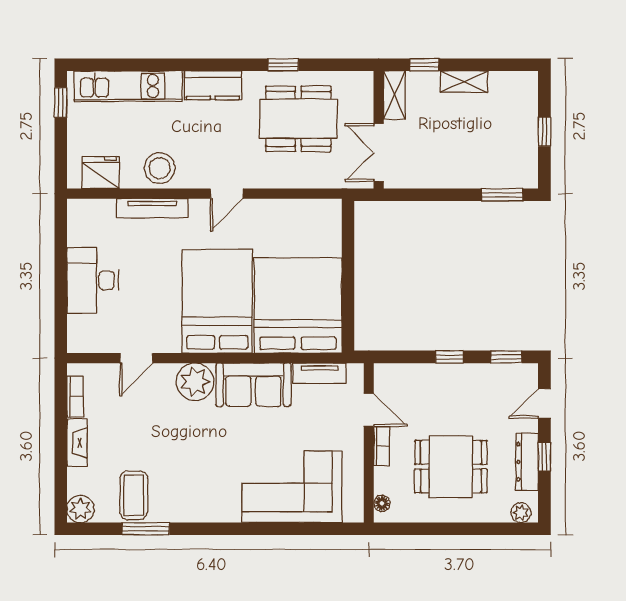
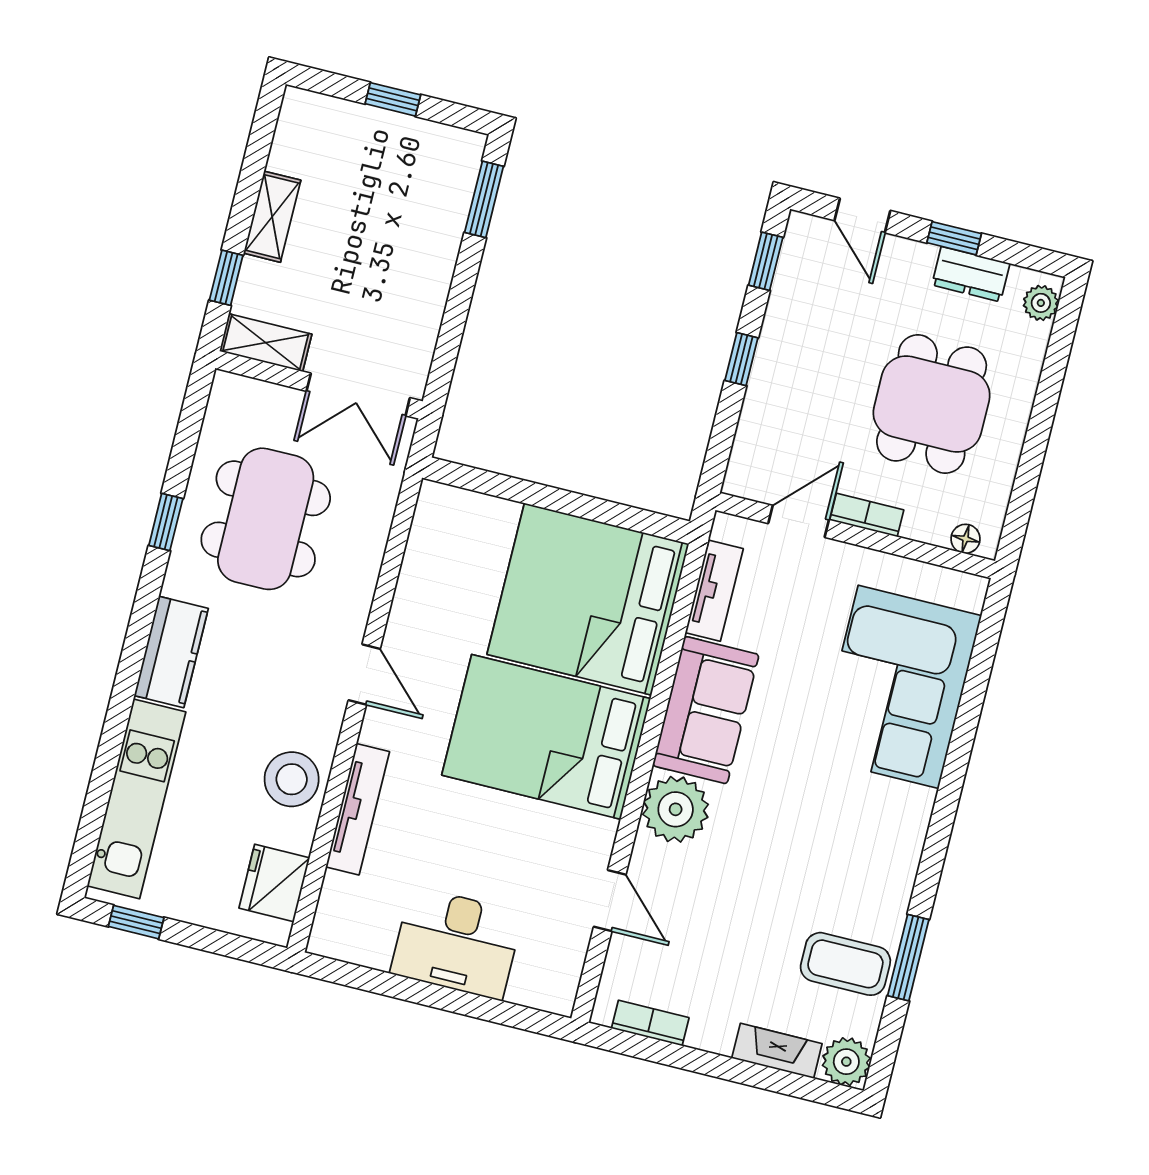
fireplace: (77, 443) -> (777, 1051), moved
dresser: (527, 462) -> (971, 274), width x0.70

